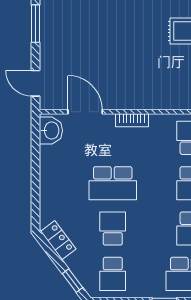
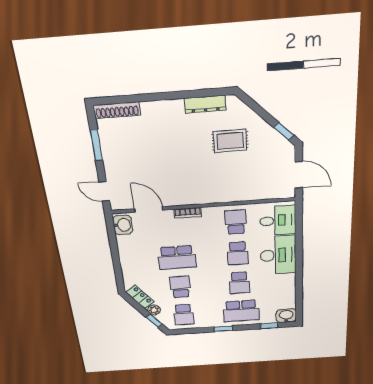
plant: (74, 263) -> (154, 310), added

